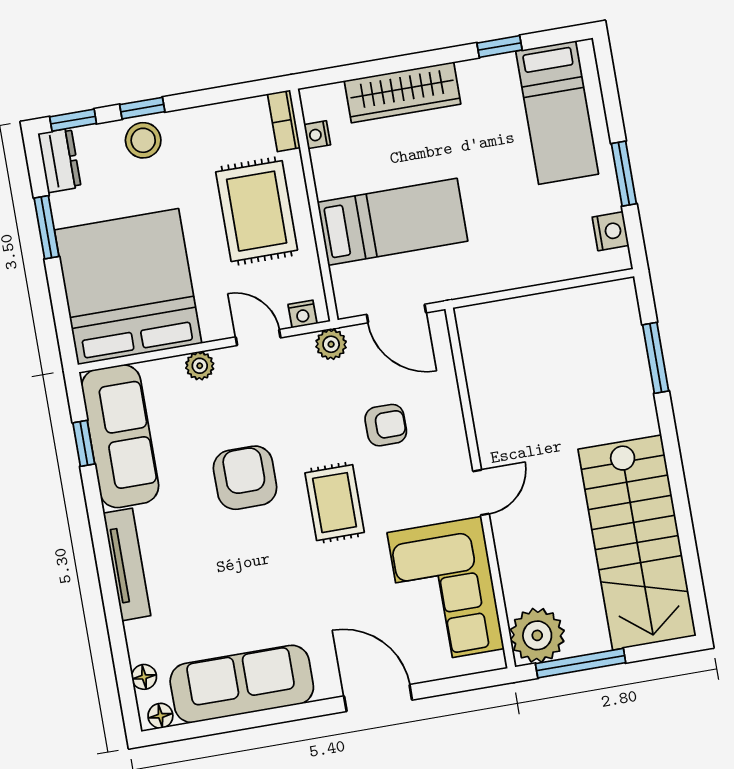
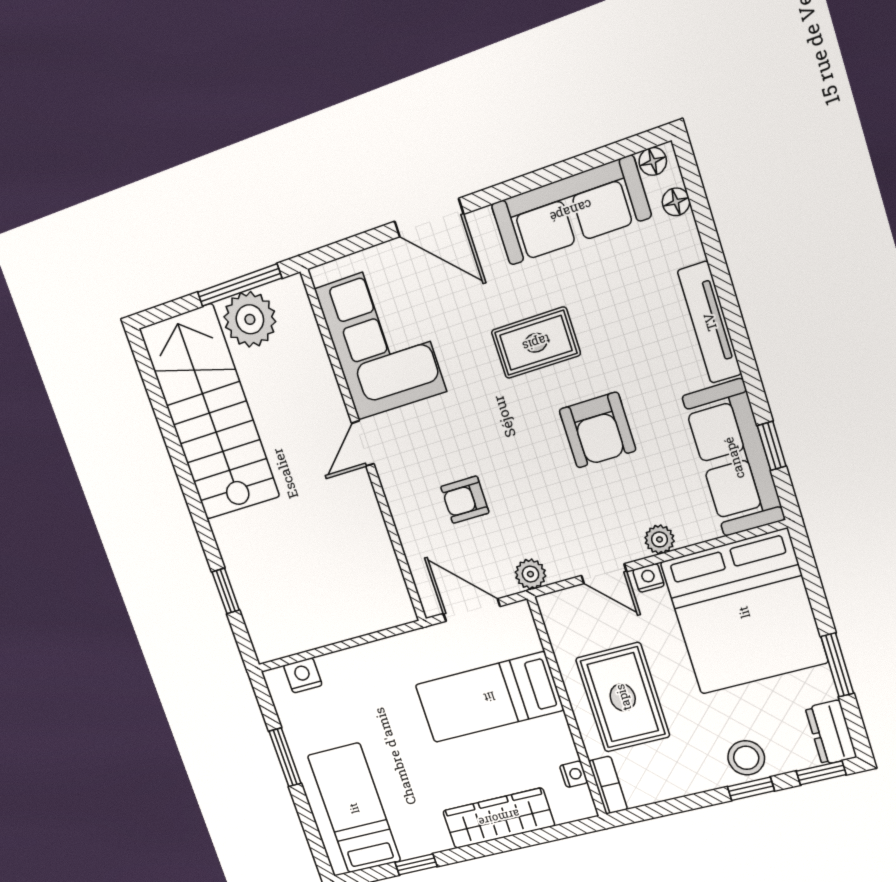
nightstand: (611, 231) -> (303, 675), moved, turned 90
nightstand: (302, 314) -> (648, 578), moved
window: (656, 358) -> (226, 591), width x0.67
rug: (335, 503) -> (536, 343), moved, turned 90
plant: (537, 635) -> (250, 319), moved

